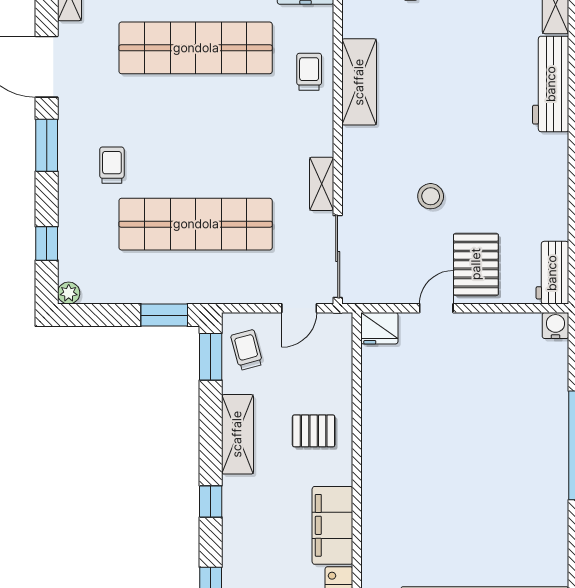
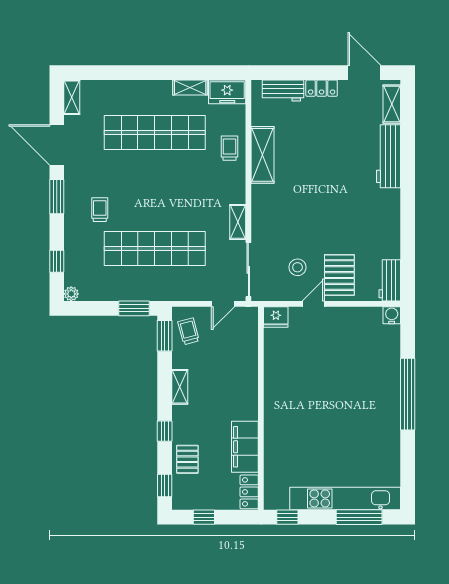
stool: (431, 196) -> (297, 267), moved
pallet: (314, 431) -> (187, 459), moved, turned 90
shelving: (237, 434) -> (180, 387), width x0.67, depth x0.75

